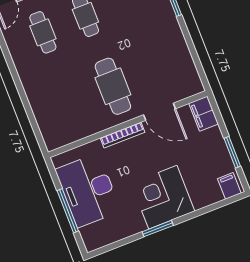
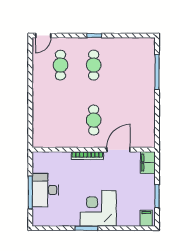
cafe table: (113, 86) -> (94, 120), width x0.73, depth x0.74
door: (160, 112) -> (118, 150), swing flipped
desk: (88, 190) -> (45, 190), width x0.73, depth x0.77

